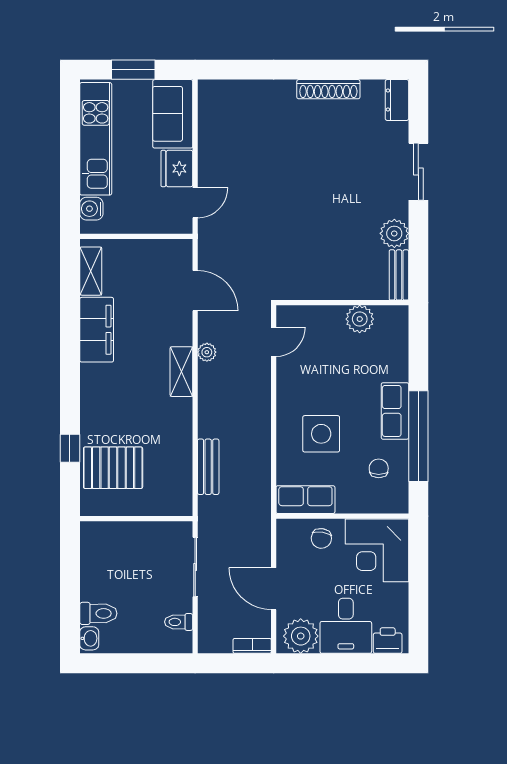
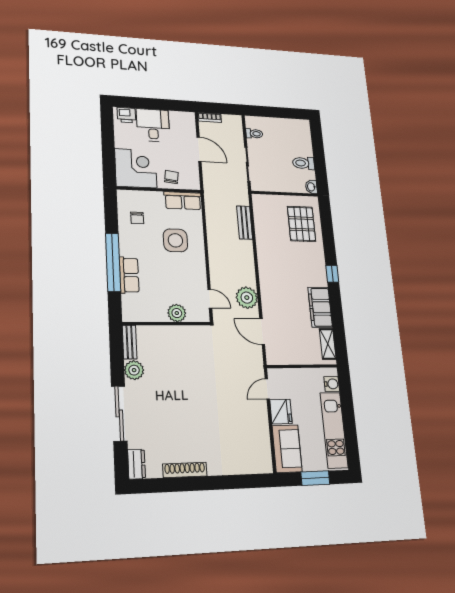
sliding door: (418, 172) -> (119, 413), width x1.37
plant: (360, 319) -> (177, 313), moved
door: (274, 342) -> (210, 299), swing flipped
plant: (207, 352) -> (247, 298), width x1.88, depth x1.88
shelving: (181, 372) -> (266, 281), removed
row of seats: (395, 411) -> (129, 275), moved
window: (418, 436) -> (113, 262), moved
window: (70, 448) -> (332, 274), moved
pallet: (113, 468) -> (302, 224), turned 90
toilet: (98, 613) -> (304, 163), moved
plant: (301, 636) -> (181, 121), removed
washbasin: (89, 638) -> (311, 187), moved

